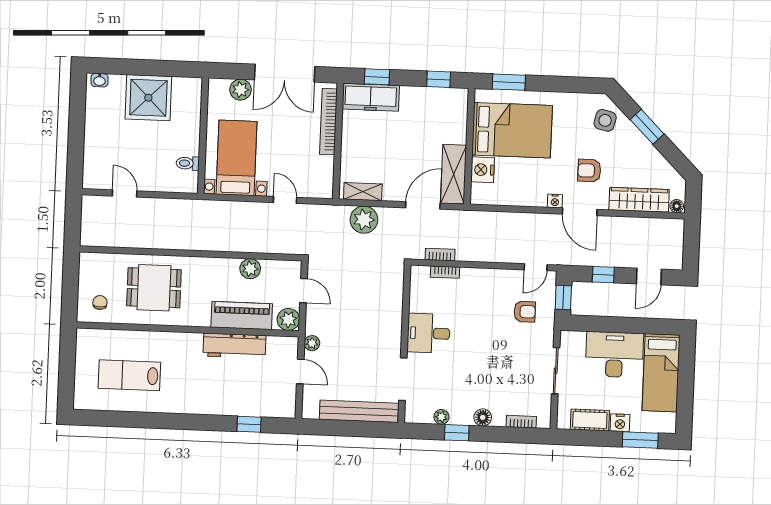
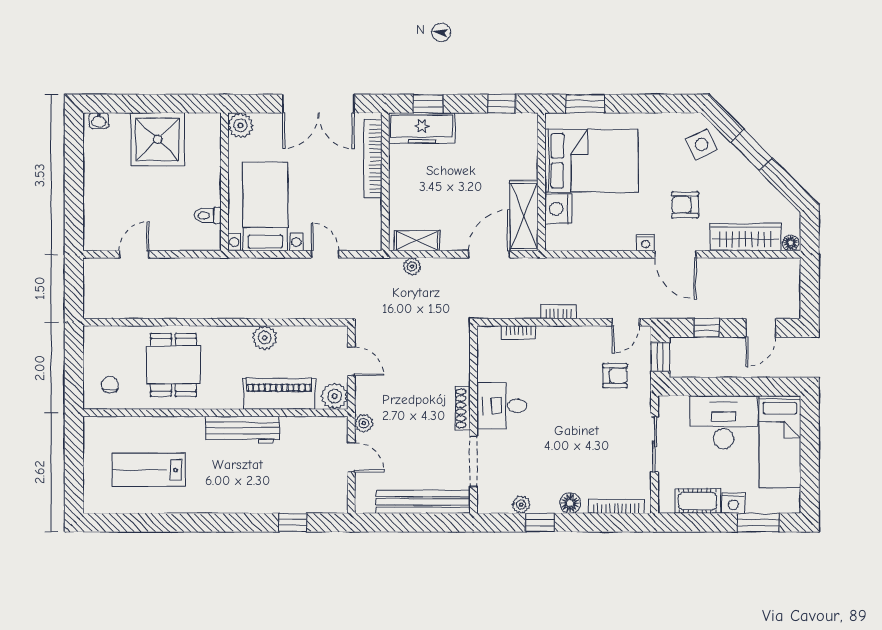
plant: (241, 90) -> (240, 125), moved
side table: (605, 120) -> (701, 145), turned -38
door: (125, 193) -> (134, 254), hinge flipped
plant: (364, 220) -> (412, 266), width x0.53, depth x0.53
bookcase: (440, 255) -> (559, 312), moved
plant: (250, 269) -> (265, 338), moved
dining table: (154, 288) -> (173, 365), turned 90
shoe rack: (396, 334) -> (463, 408), added
workbench: (234, 346) -> (242, 430), moved
bookcase: (521, 422) -> (616, 506), width x1.56

